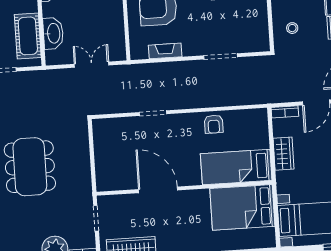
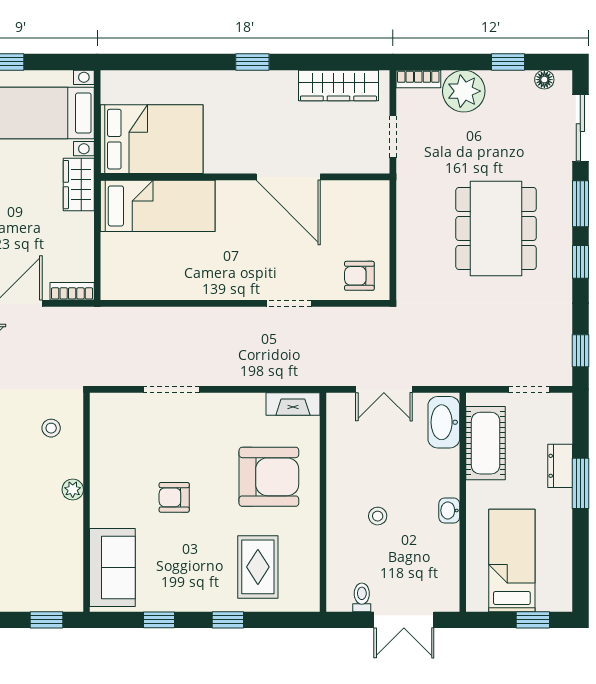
washbasin: (53, 33) -> (444, 422), moved
fireplace: (165, 51) -> (293, 404), moved
armchair: (214, 124) -> (359, 276), moved, turned -90
wardrobe: (283, 154) -> (79, 185), moved

